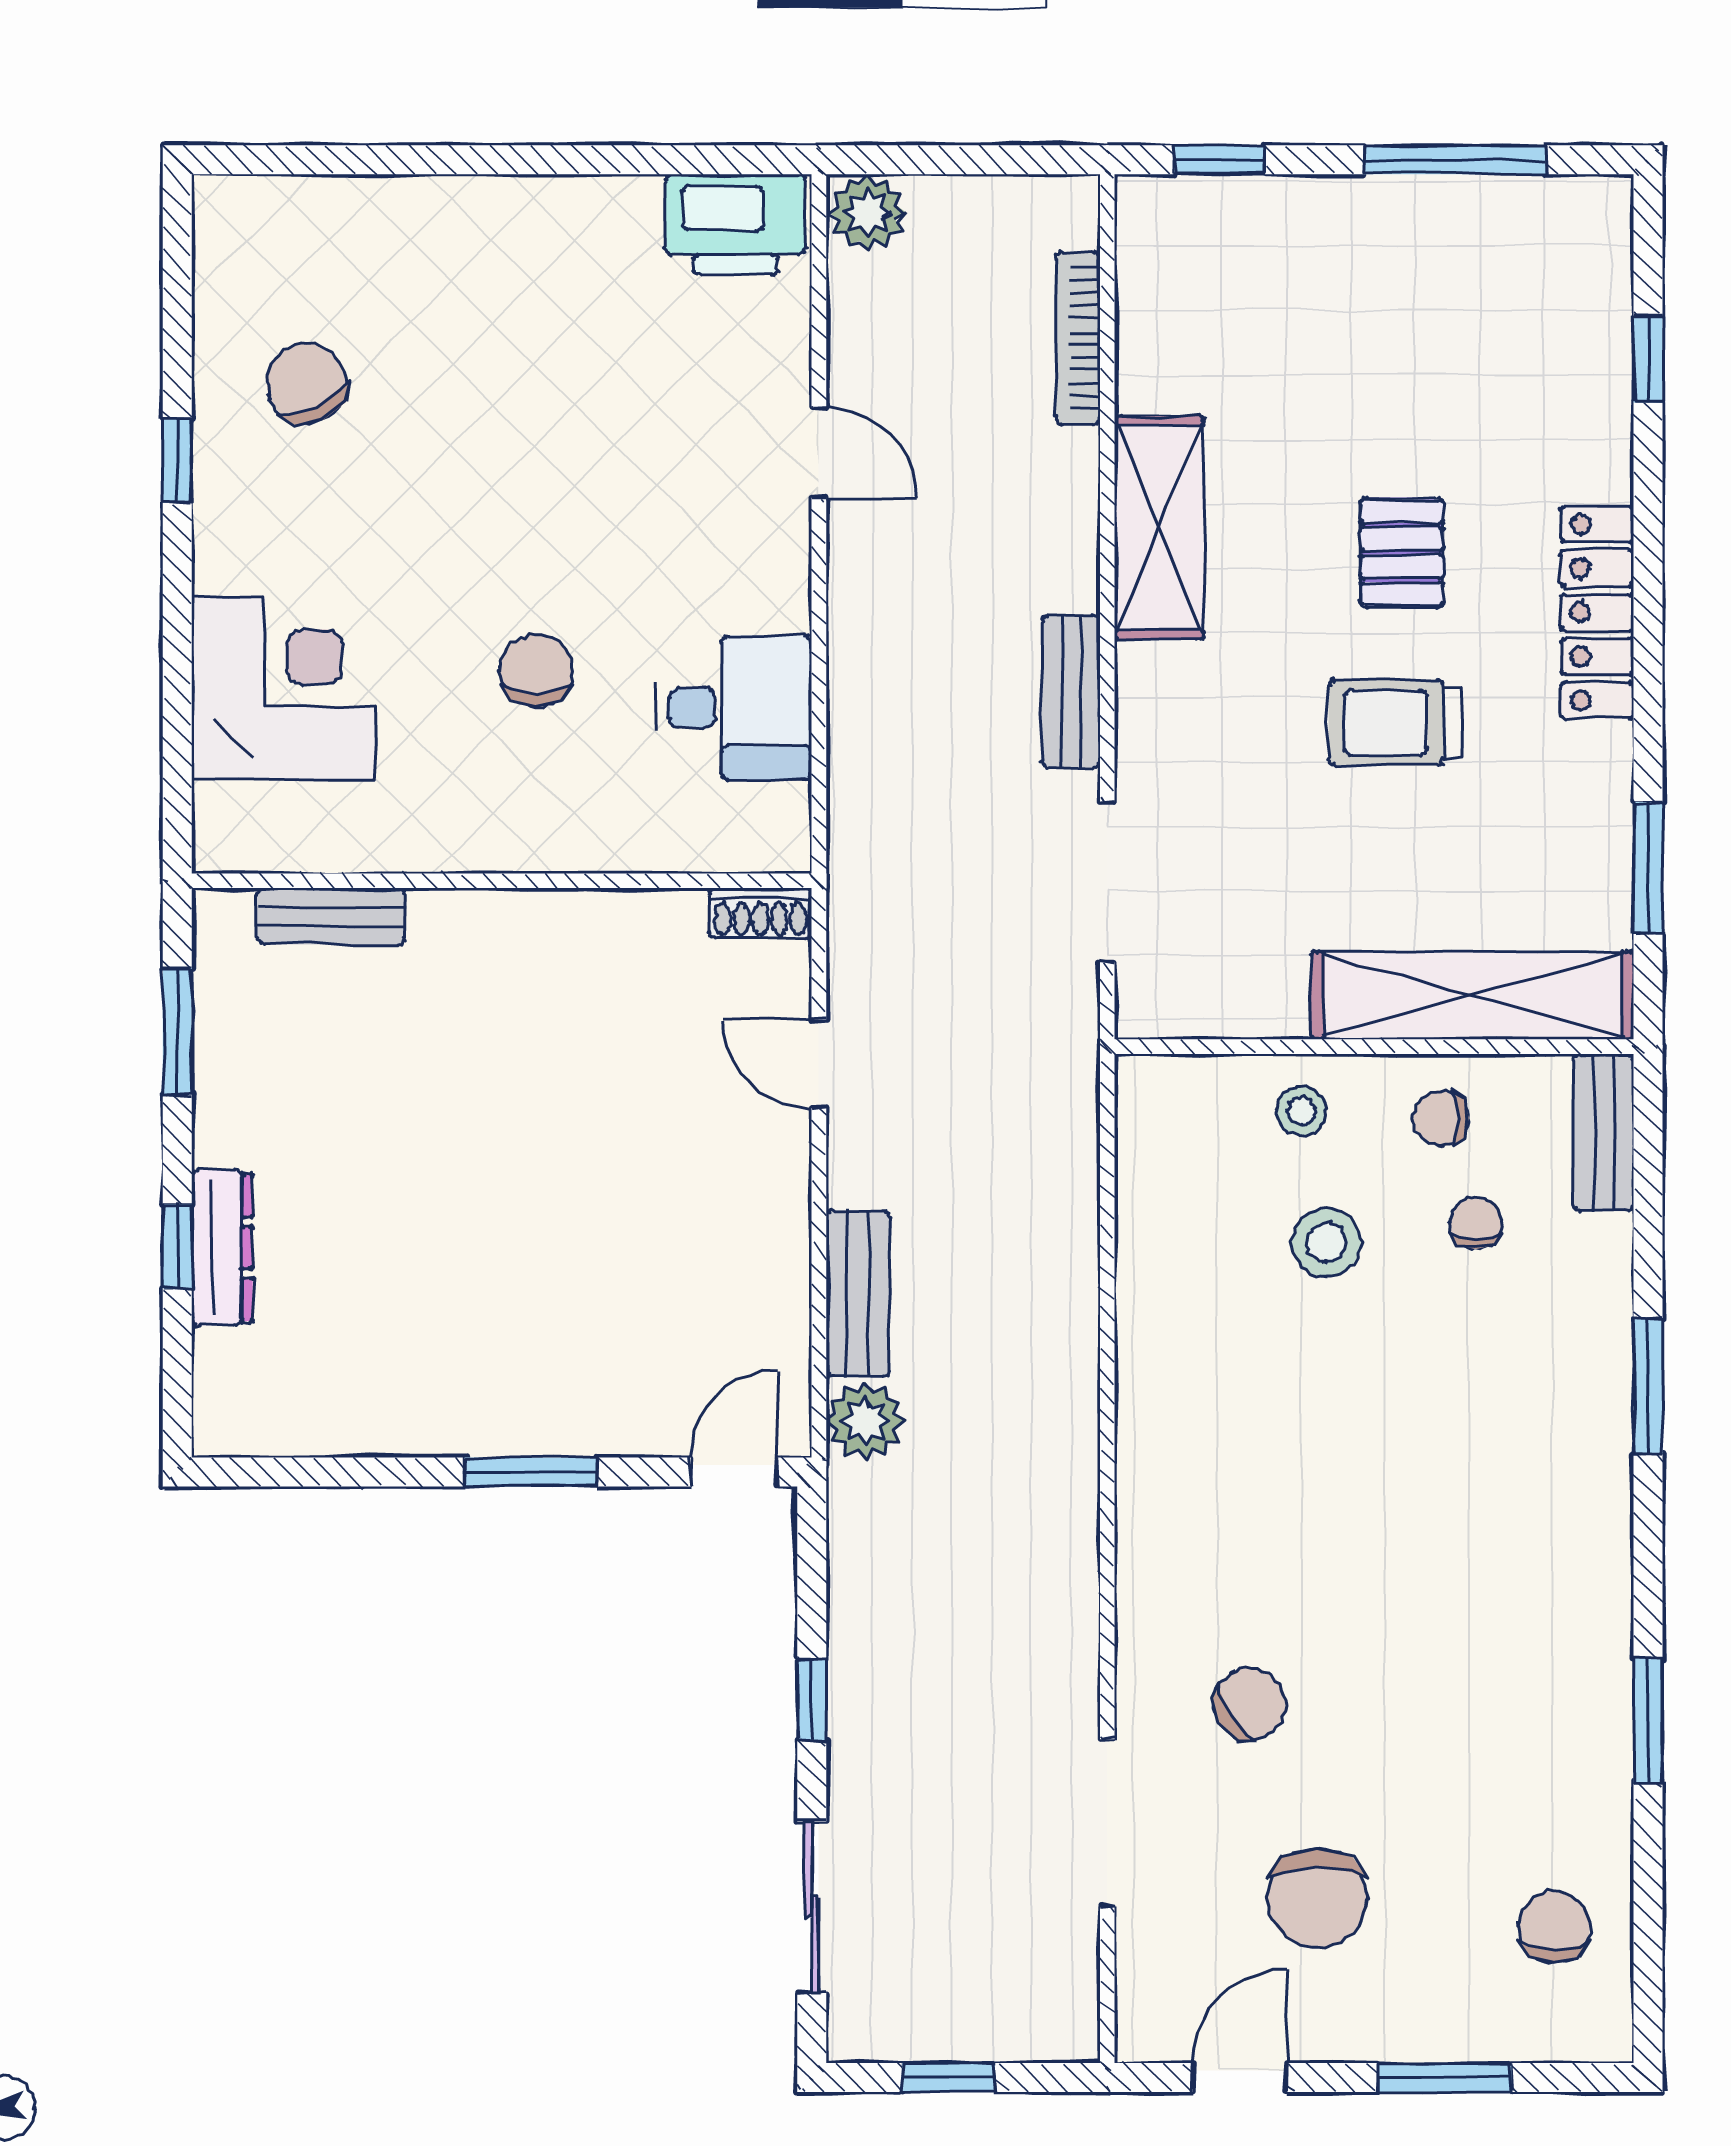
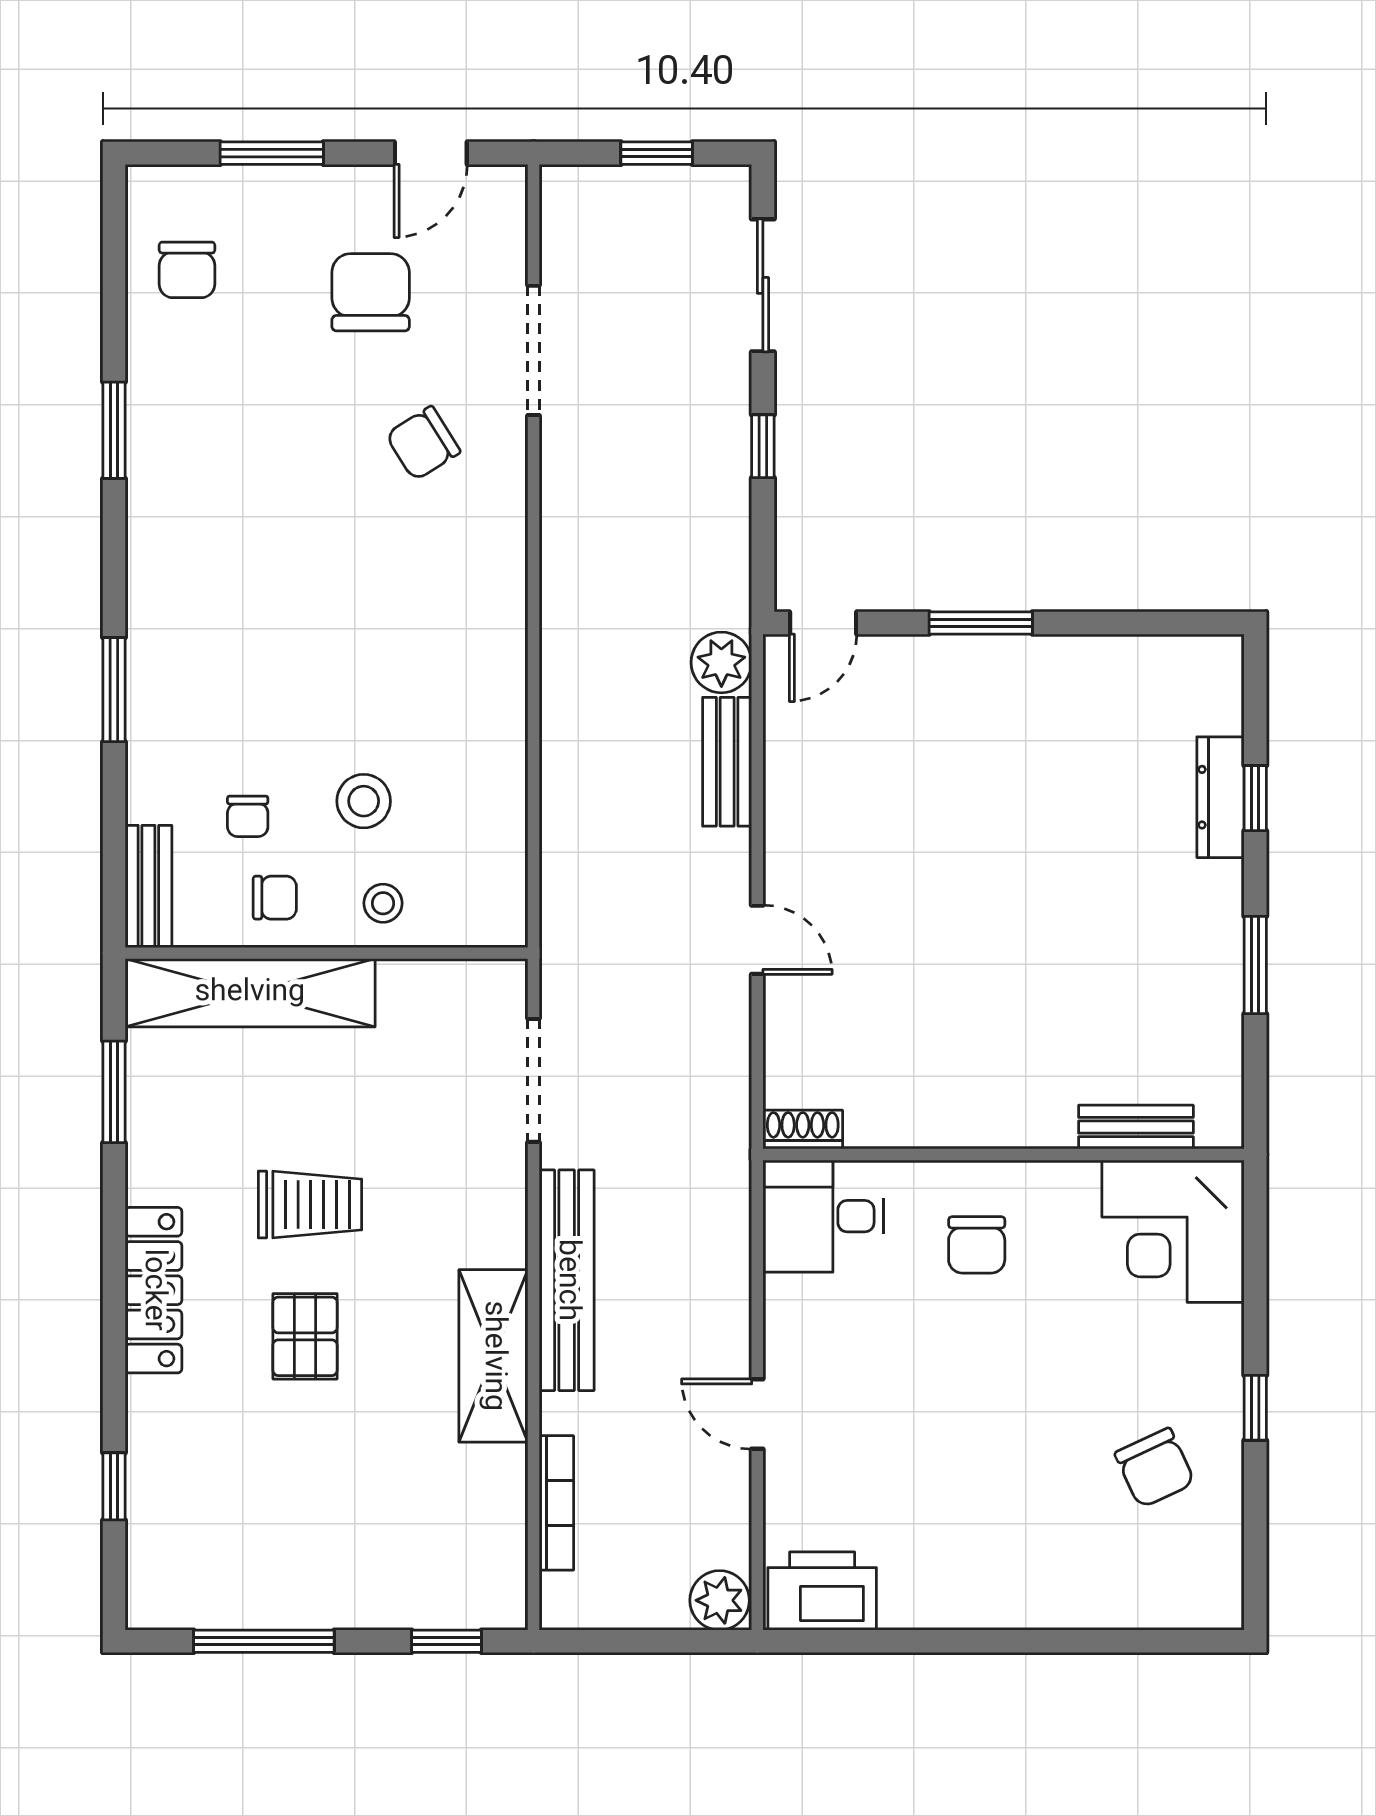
bench: (1071, 691) -> (567, 1280), width x1.86, depth x1.21
wall: (502, 881) -> (1003, 1155), moved
shoe rack: (760, 913) -> (803, 1130), moved
bench: (331, 916) -> (1136, 1127), moved

